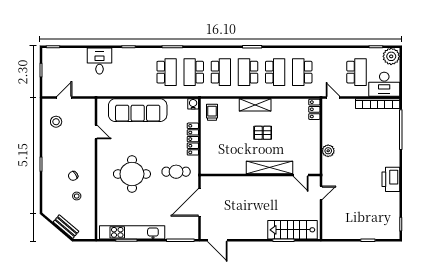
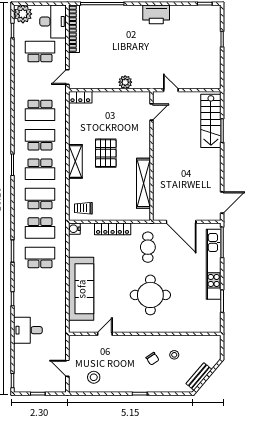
pallet: (263, 133) -> (106, 153), width x1.50, depth x1.42
shelving: (270, 168) -> (143, 183), moved
bench: (66, 227) -> (199, 377), moved
kitchen unit: (132, 232) -> (214, 264), moved

